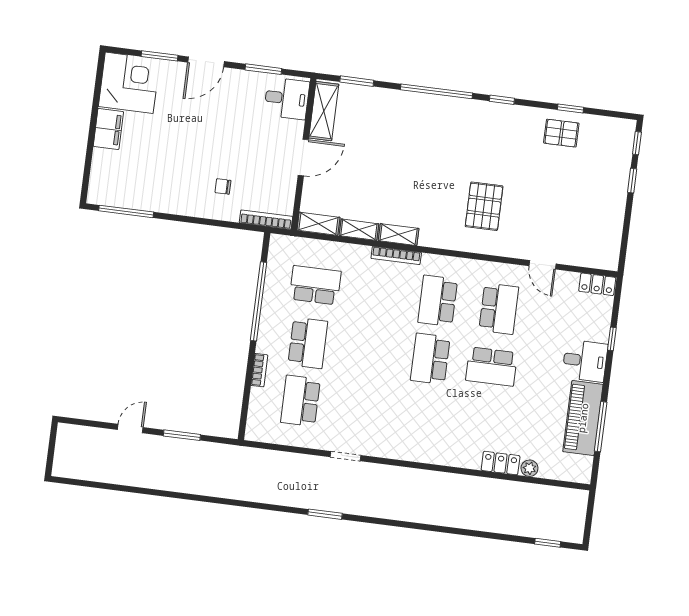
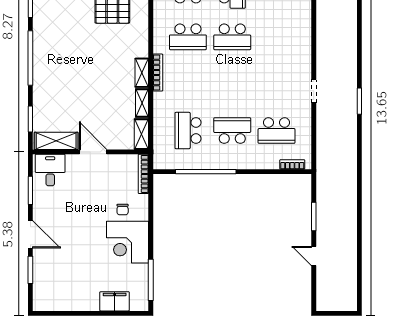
corner desk: (129, 83) -> (128, 242), moved, turned -90
filing cabinet: (108, 129) -> (115, 301), moved
bookcase: (259, 370) -> (292, 164), moved

